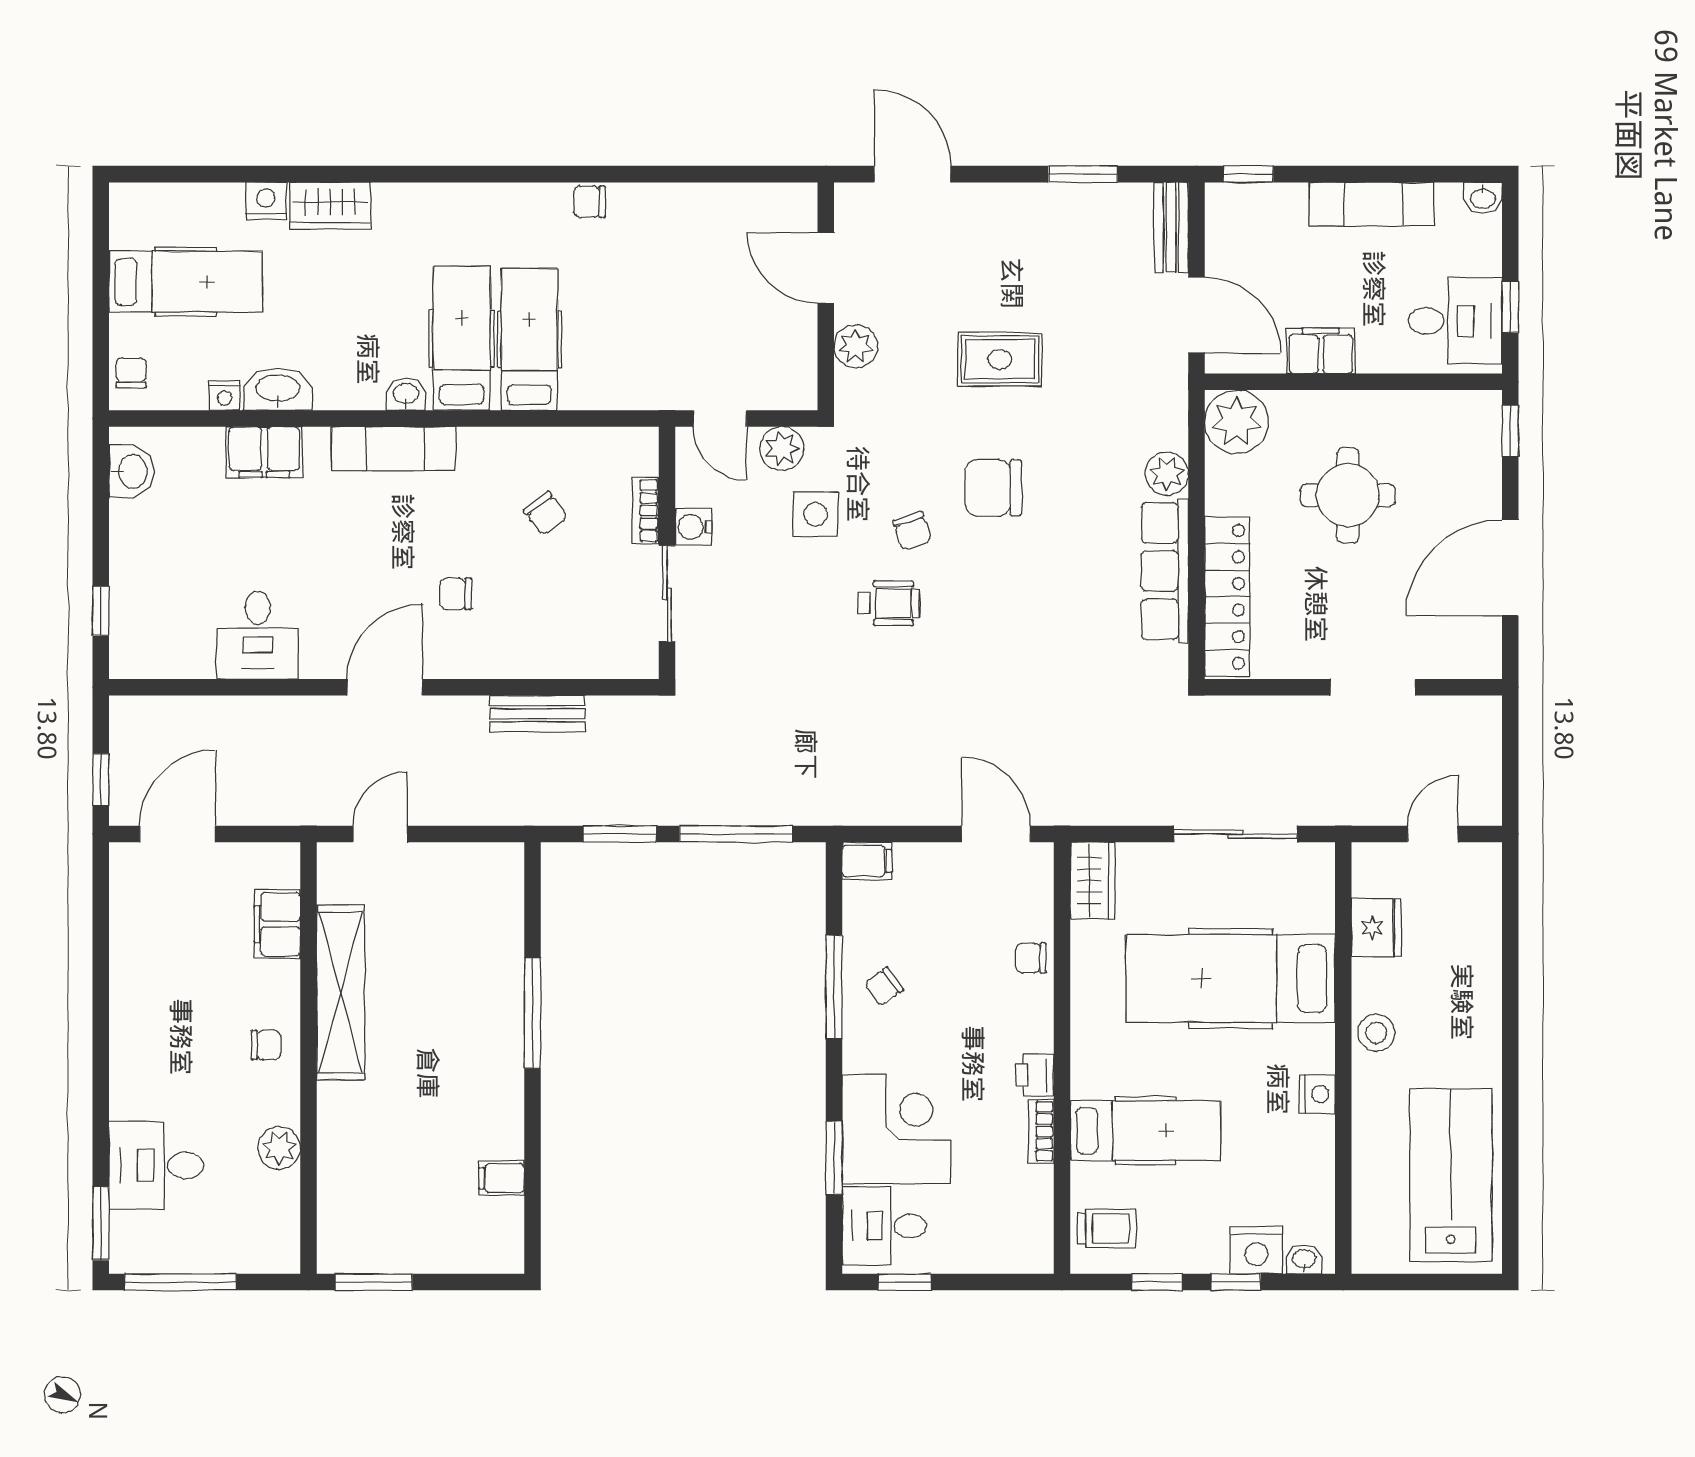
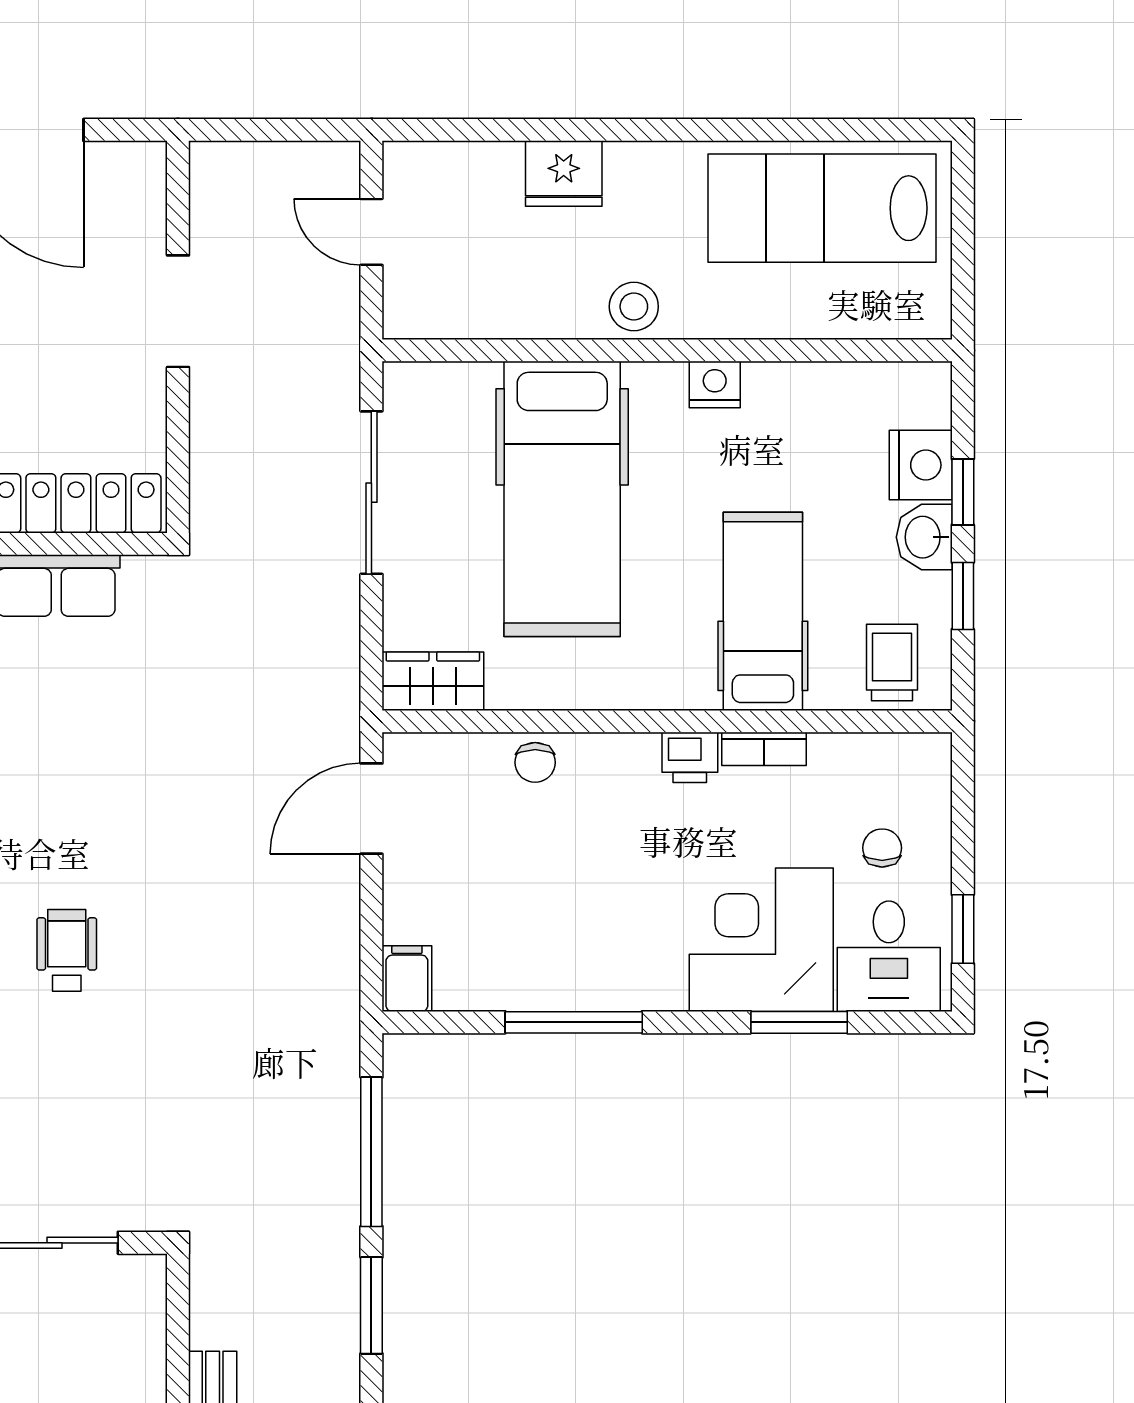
fridge: (1376, 928) -> (564, 174), moved, turned 180
chair: (884, 987) -> (882, 848), moved, turned -144
washbasin: (1304, 1259) -> (924, 537), moved, width x1.38, depth x1.45

